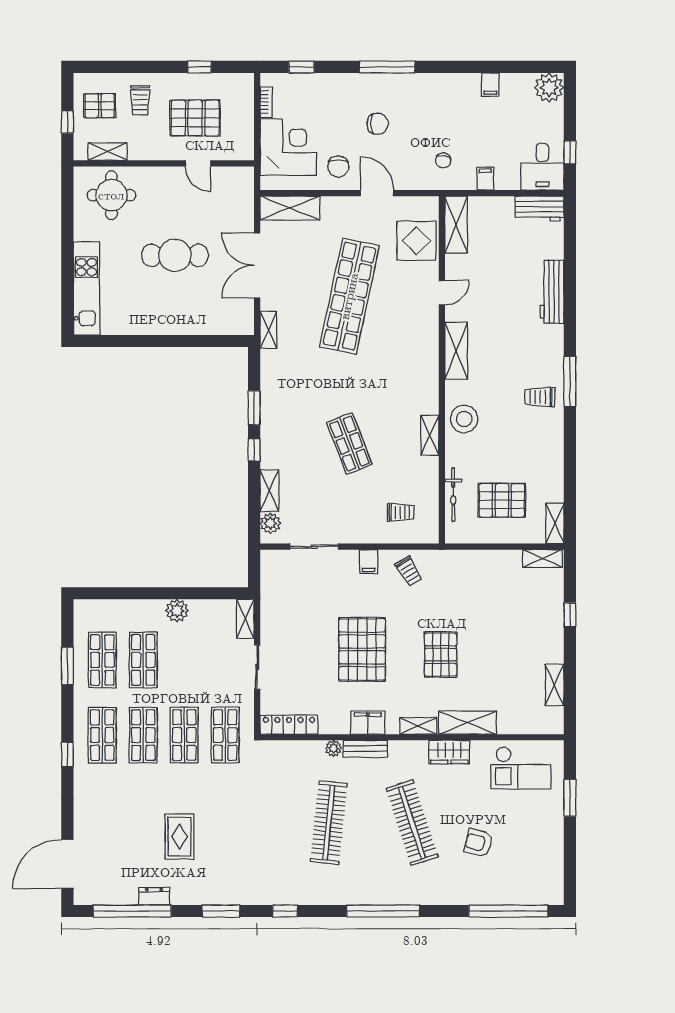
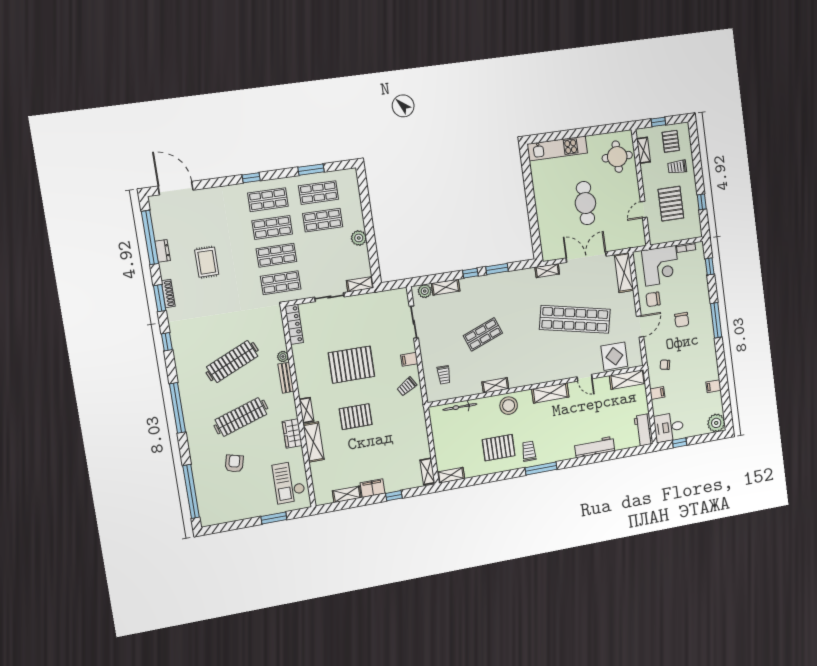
pallet: (502, 500) -> (499, 448), moved, turned 90
filing cabinet: (368, 723) -> (372, 488), moved, turned -90
clothes rail: (329, 823) -> (232, 361), turned -30
rug: (179, 837) -> (207, 262), turned 90
shoe rack: (216, 898) -> (168, 294), added

